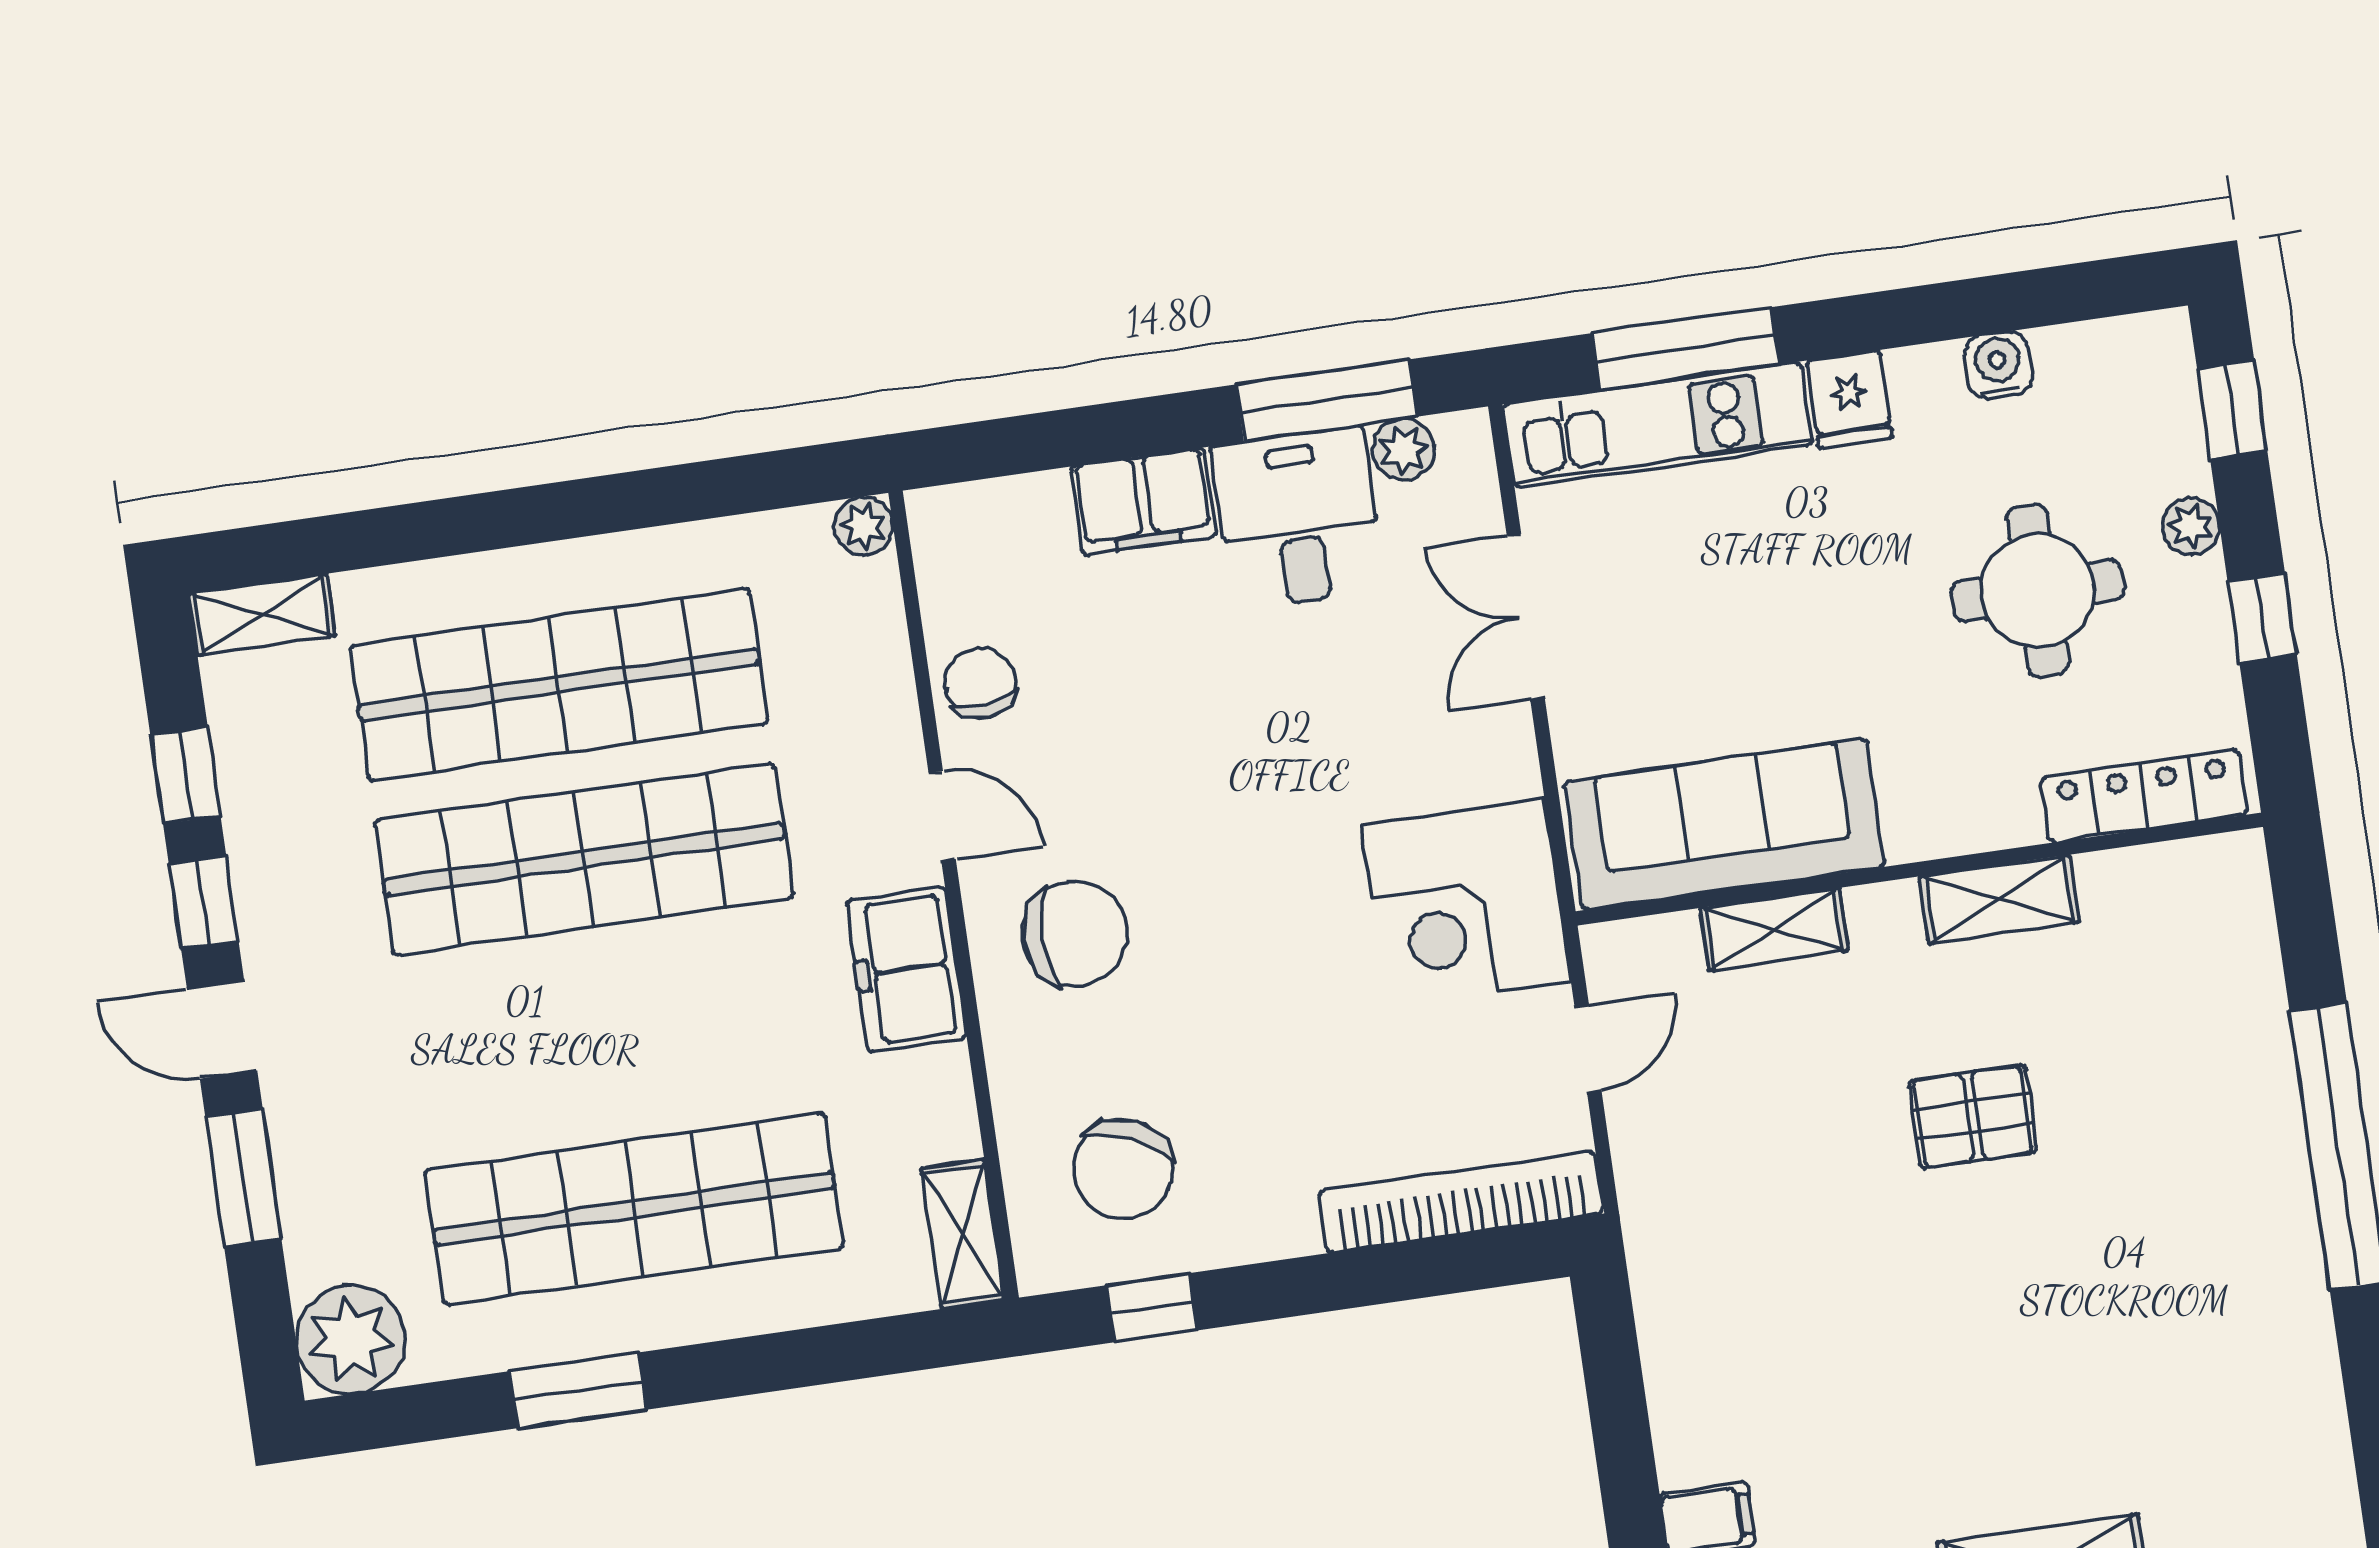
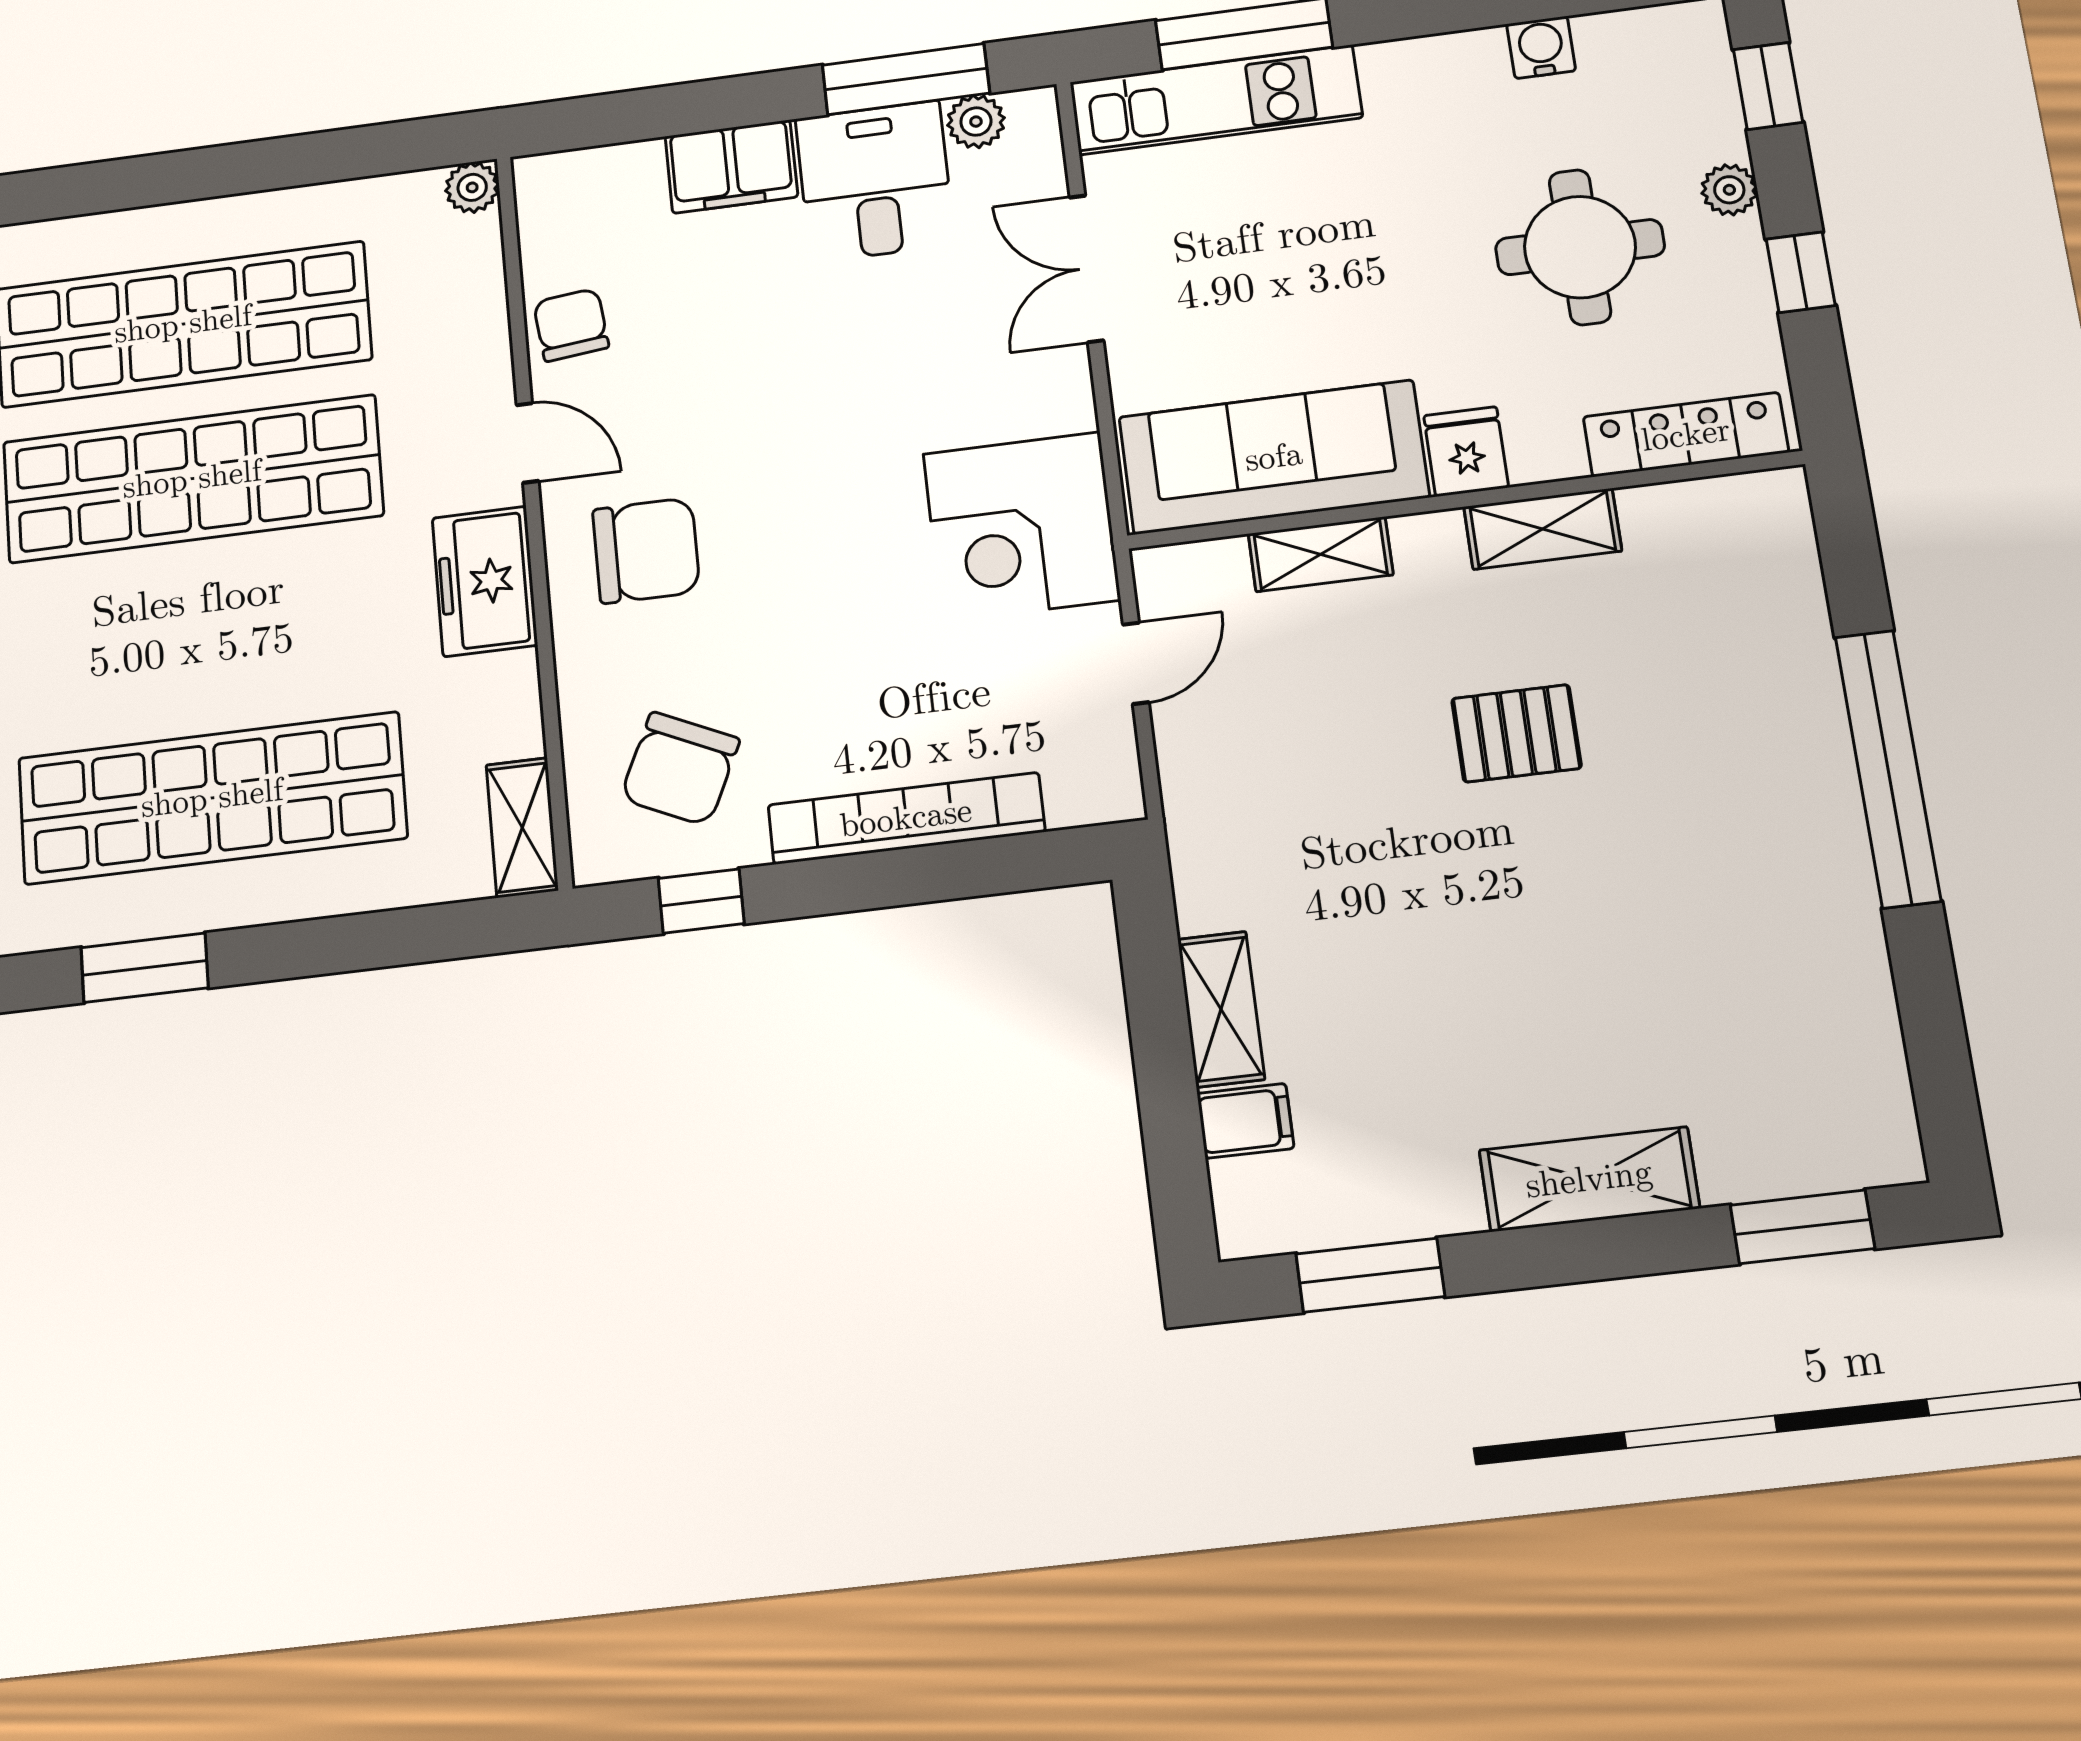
fridge: (1849, 399) -> (1466, 451), moved, turned 180
bookcase: (1461, 1202) -> (906, 818), moved
shelving: (1681, 1407) -> (1221, 1009), added

